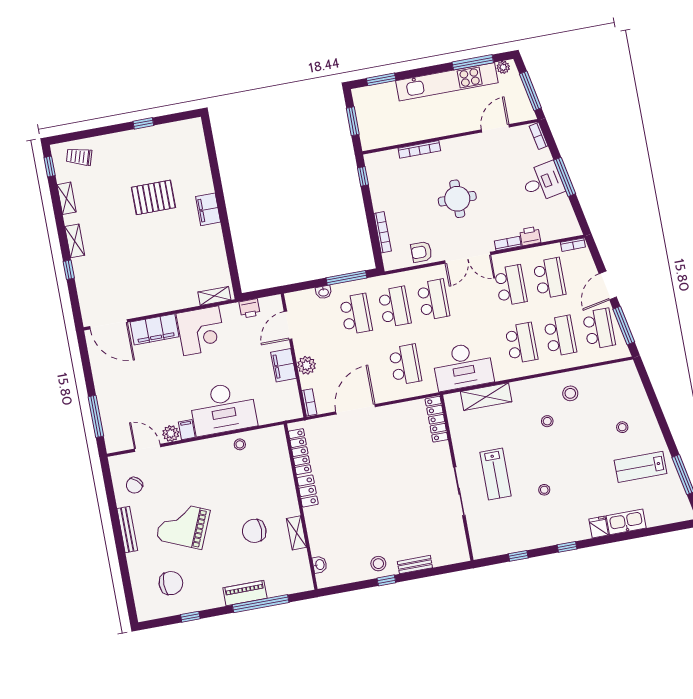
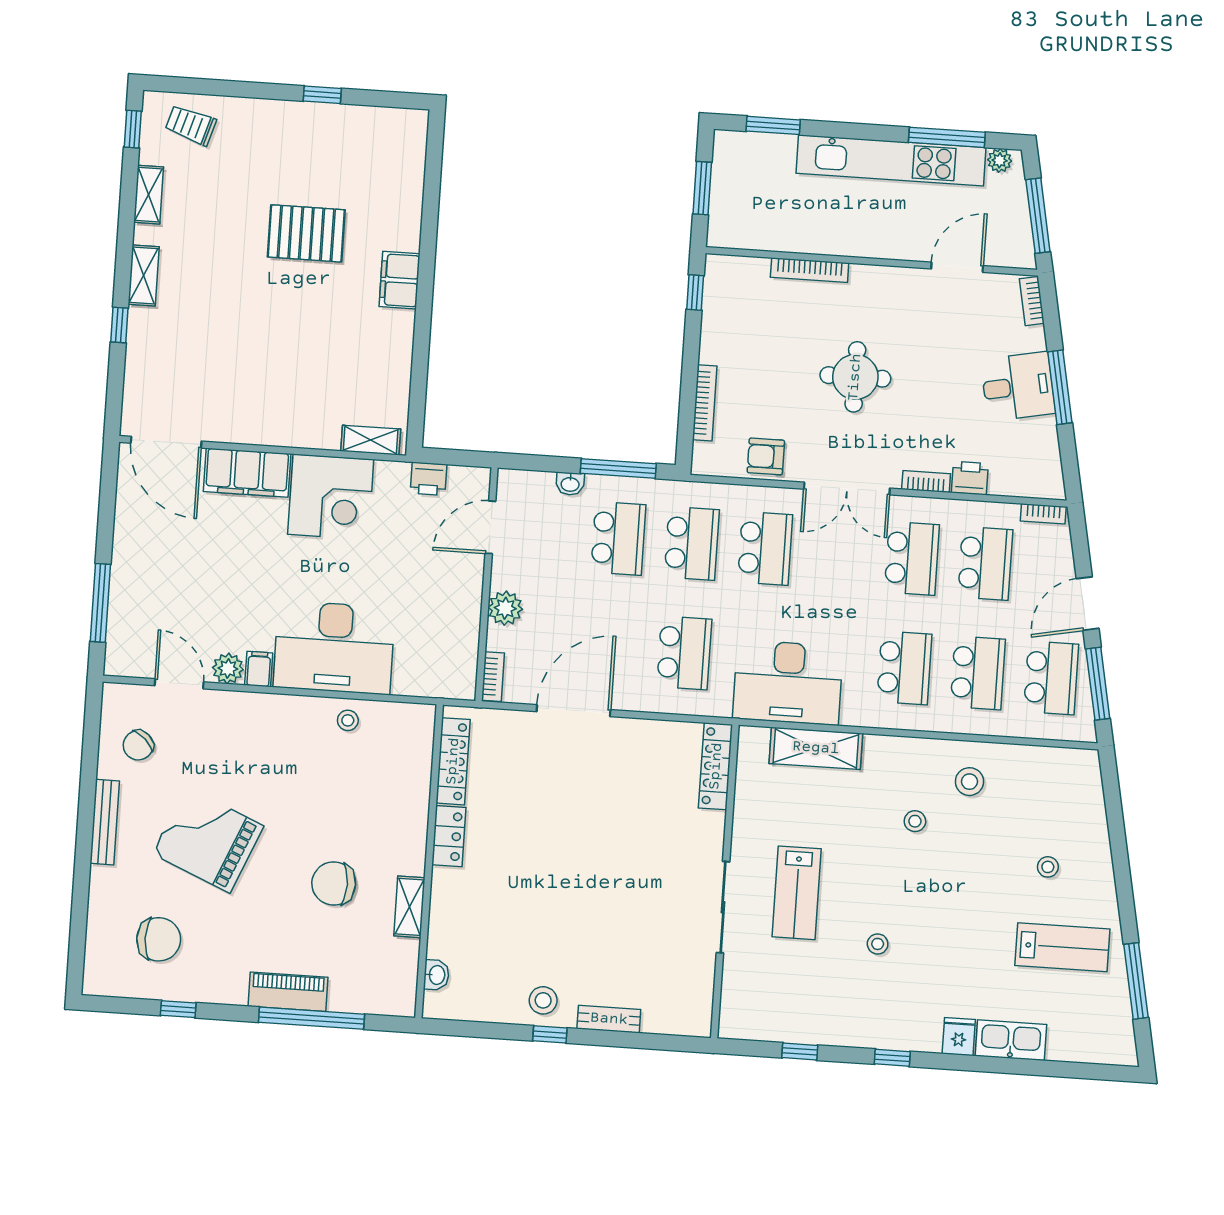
filing cabinet: (283, 365) -> (464, 597), removed
lab bench: (640, 467) -> (1062, 947), turned 180

